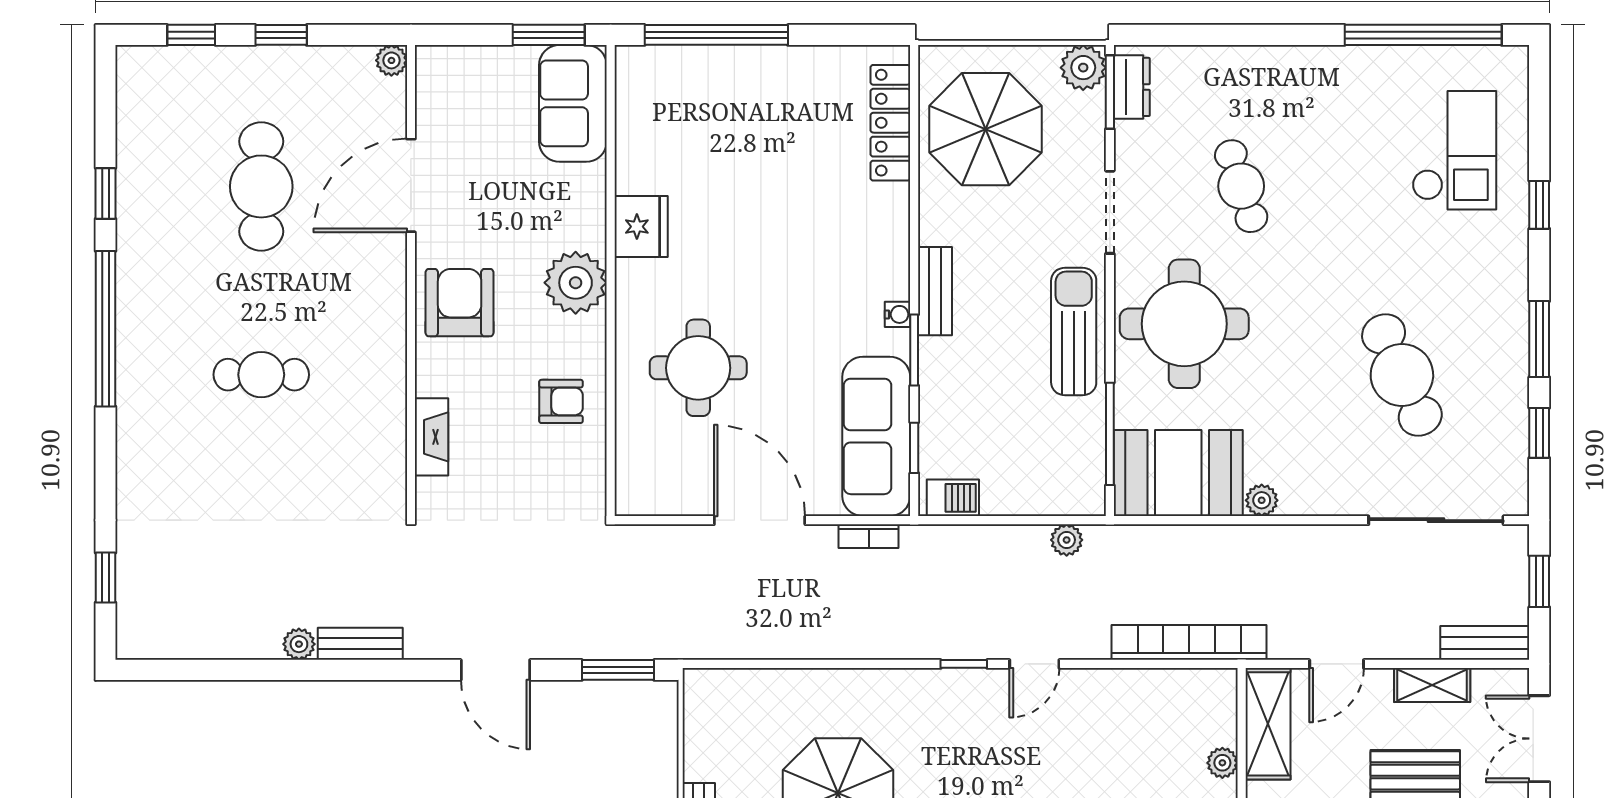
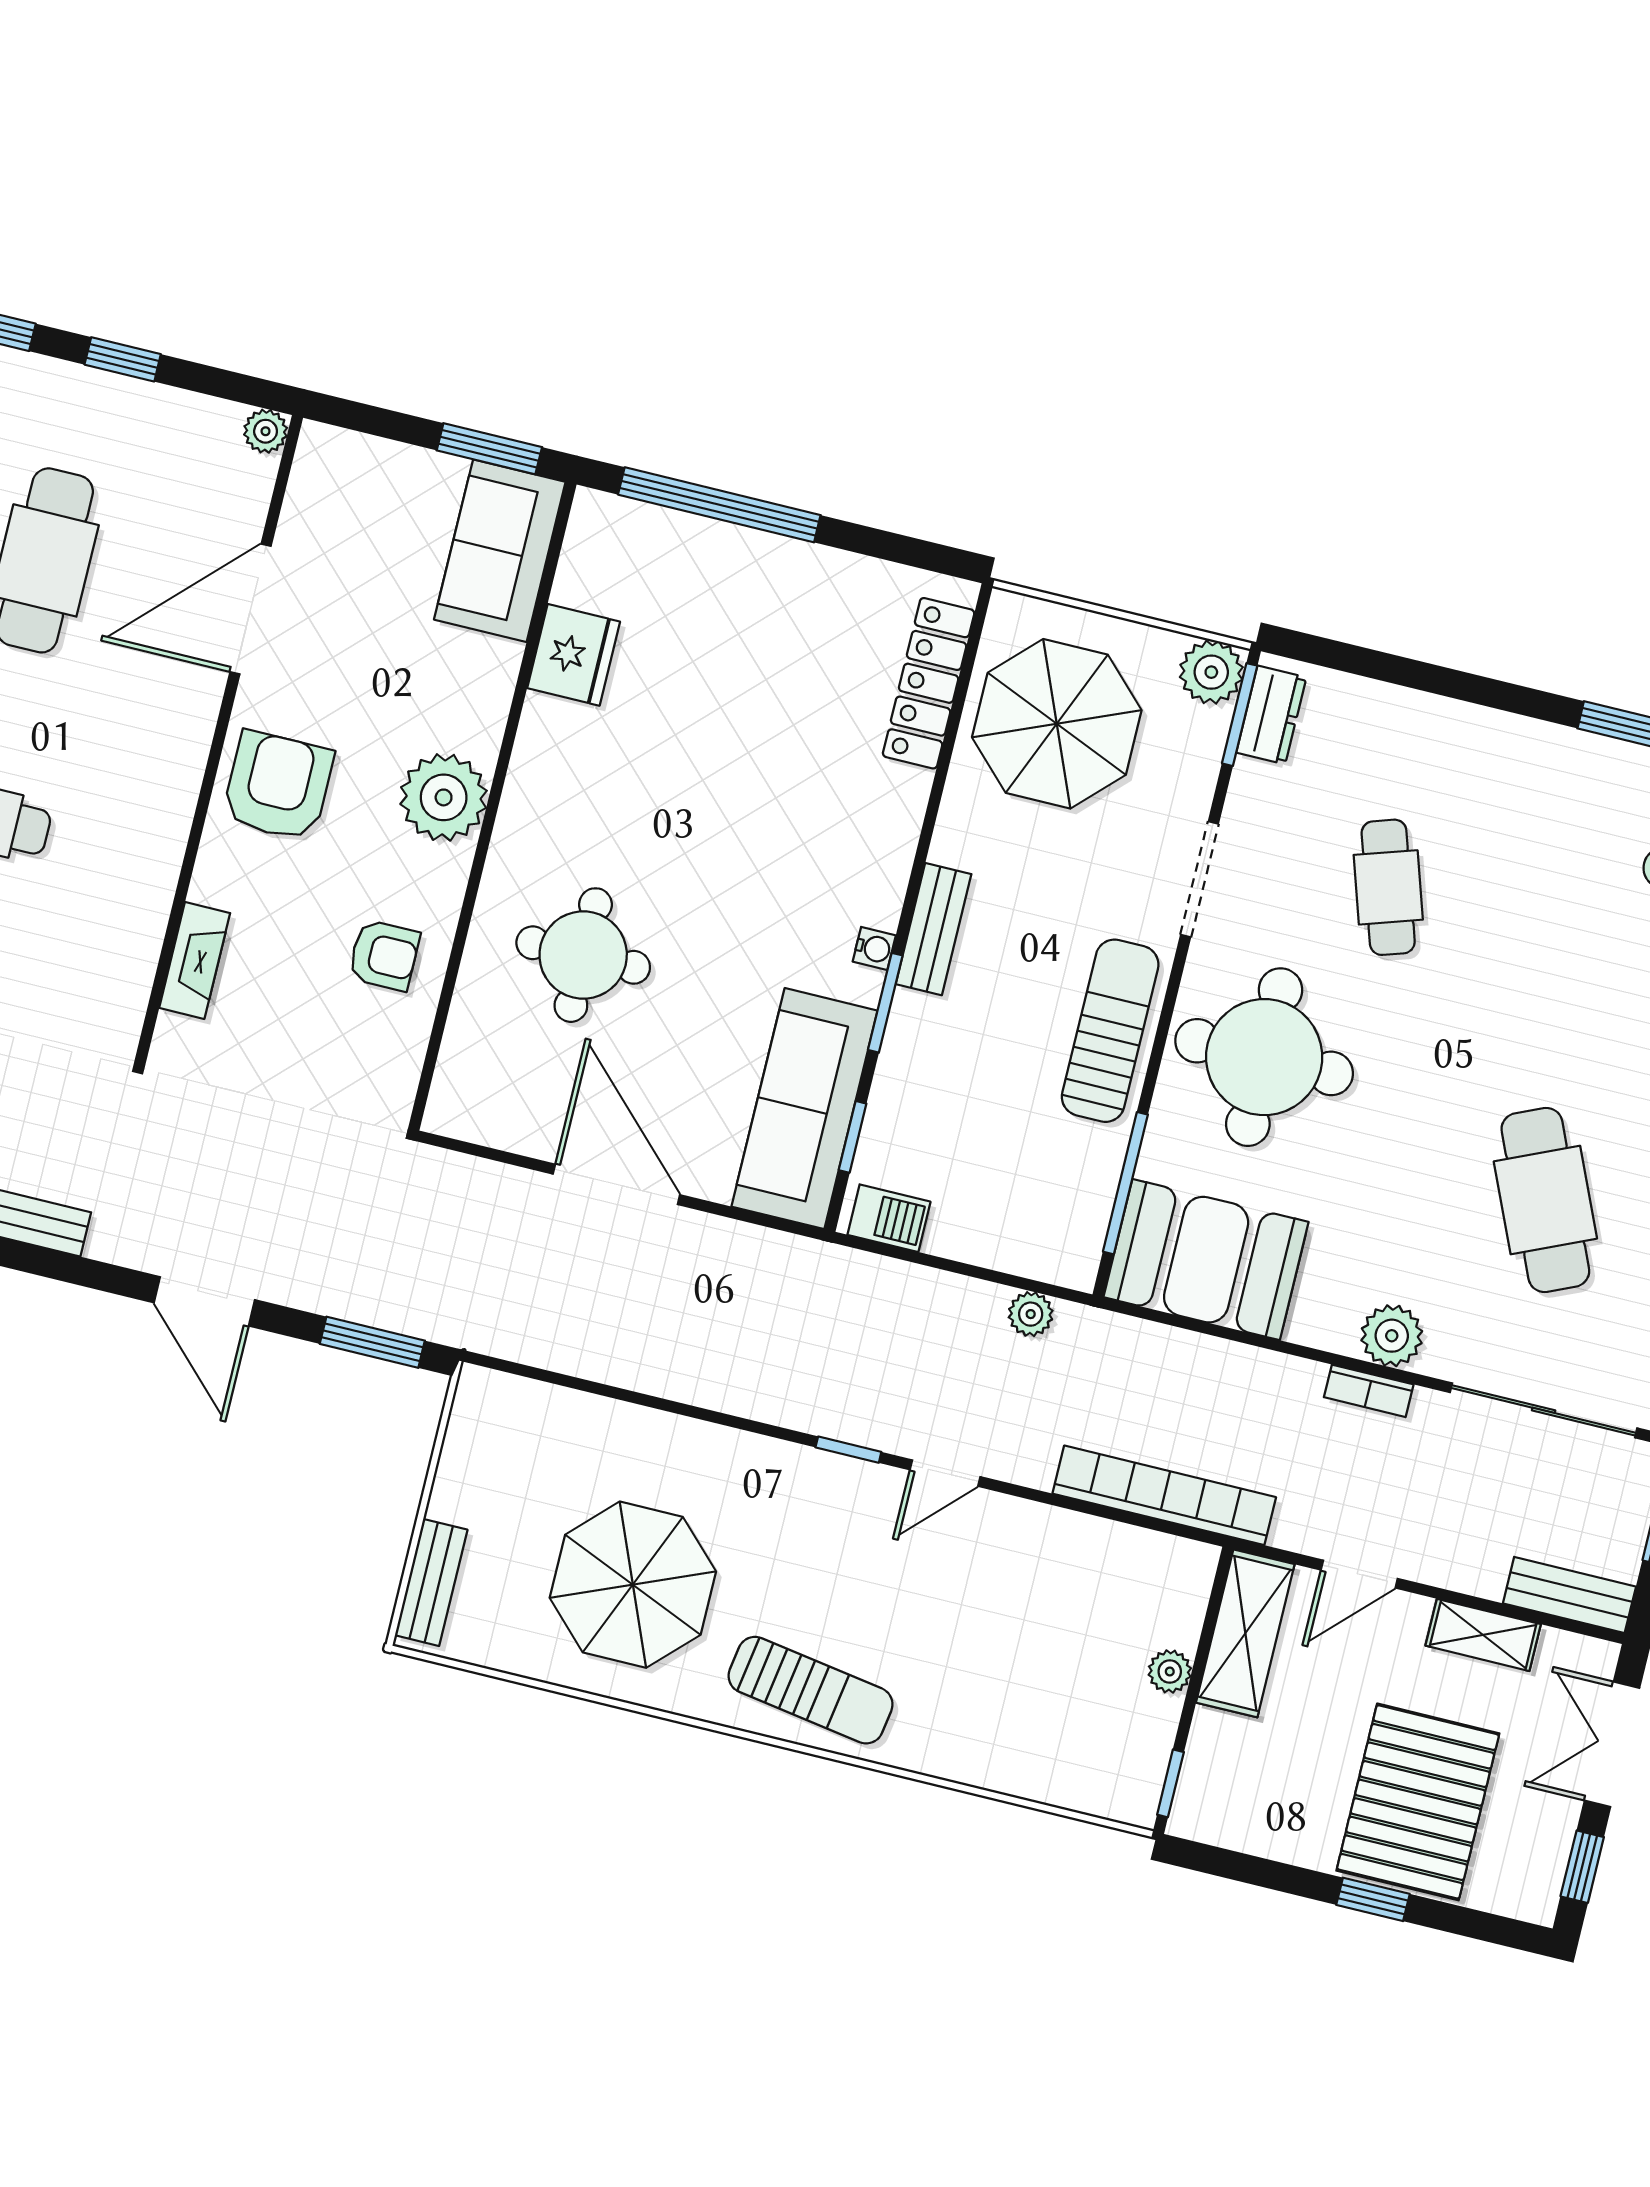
fridge: (641, 227) -> (574, 655), moved
plant: (1262, 500) -> (1392, 1336), moved, width x1.38, depth x1.38
bookcase: (869, 536) -> (1369, 1391), moved

